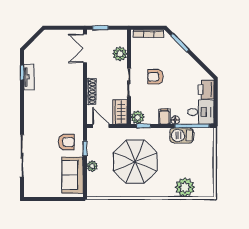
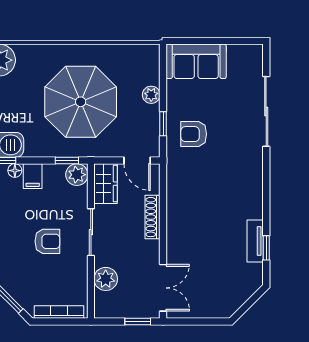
sofa: (72, 175) -> (196, 61), moved, turned 90

